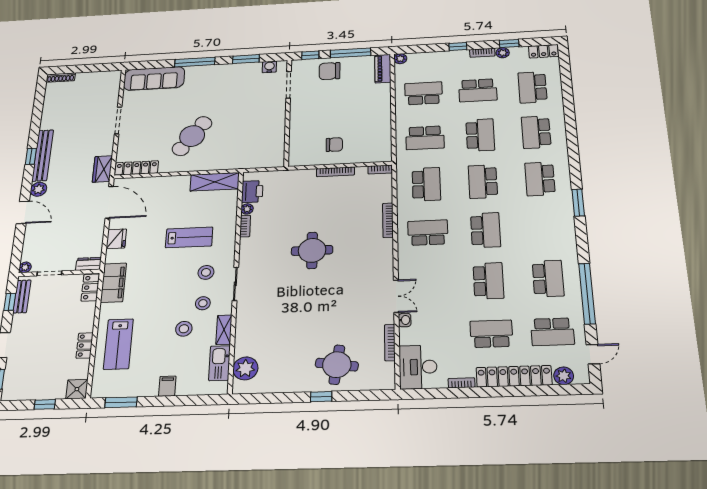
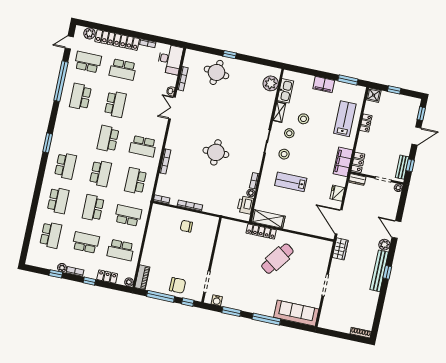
locker: (543, 51) -> (107, 277), moved
locker: (137, 168) -> (261, 231), moved
school desk: (488, 281) -> (115, 104), turned 180
filing cabinet: (167, 386) -> (324, 85), width x2.00

